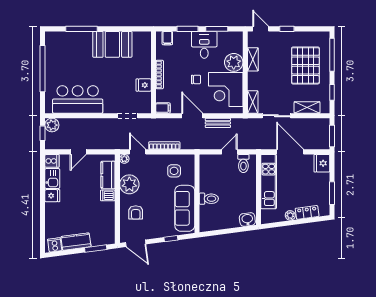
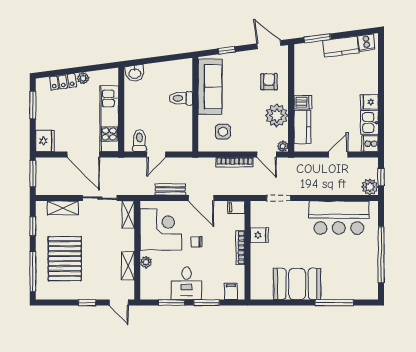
plant: (234, 62) -> (146, 262), width x0.53, depth x0.53

